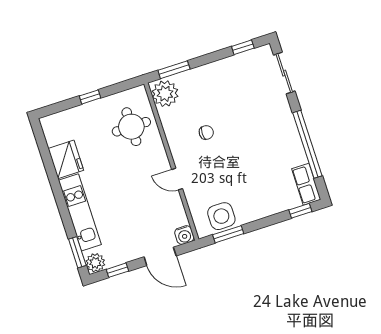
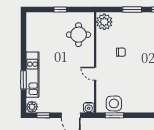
window: (174, 70) -> (132, 10), moved
fridge: (66, 159) -> (34, 41), removed
window: (77, 252) -> (23, 80), moved

